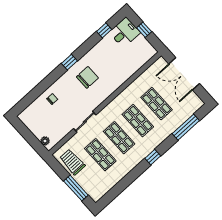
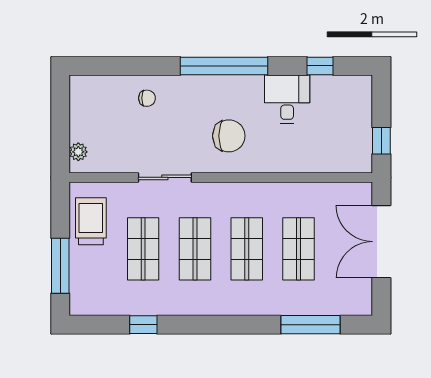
window: (144, 30) -> (381, 141), moved
desk: (125, 33) -> (287, 99), moved, turned -90
window: (69, 62) -> (224, 66), width x3.17
chair: (87, 77) -> (229, 136), moved
window: (153, 157) -> (143, 325), moved

